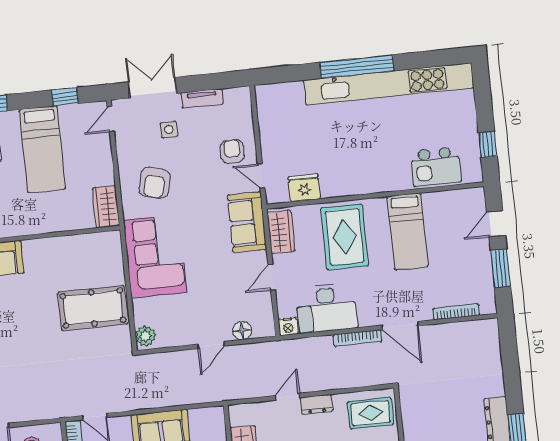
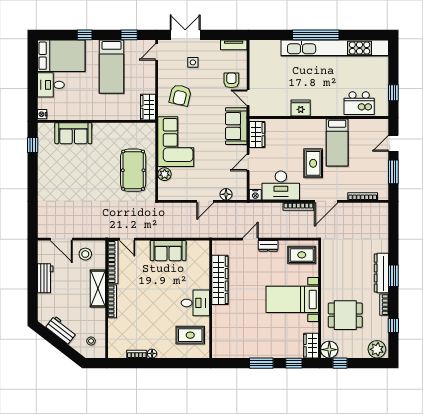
tv unit: (202, 98) -> (234, 45), moved
fridge: (304, 188) -> (301, 108), moved
rug: (345, 237) -> (313, 163), moved, width x0.73, depth x0.70
pool table: (93, 308) -> (133, 170), turned 90
door: (400, 326) -> (326, 201), hinge flipped
plant: (145, 336) -> (165, 174), moved

